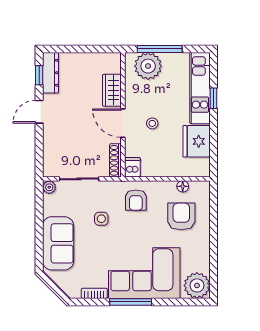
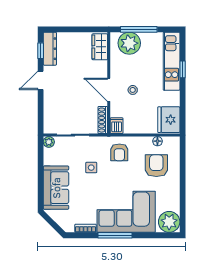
wardrobe: (112, 90) -> (100, 47), moved
fridge: (197, 141) -> (169, 120), moved

